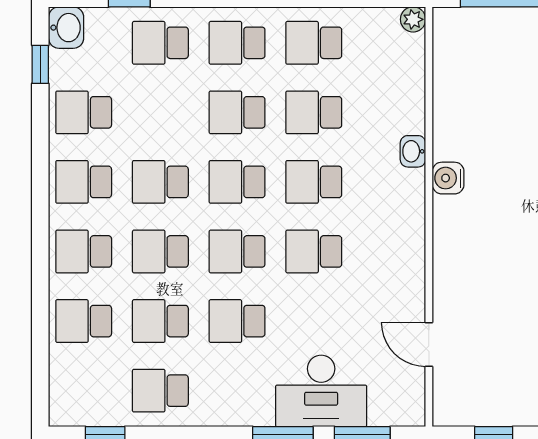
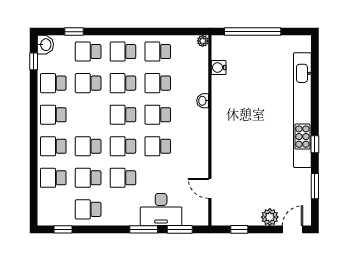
water cooler: (448, 178) -> (219, 67), moved
school desk: (160, 182) -> (88, 83), moved

